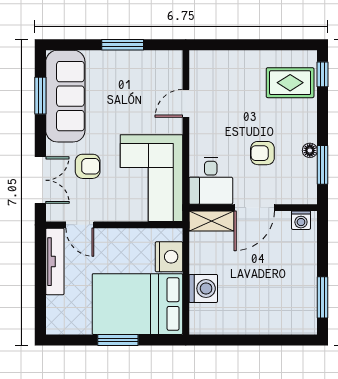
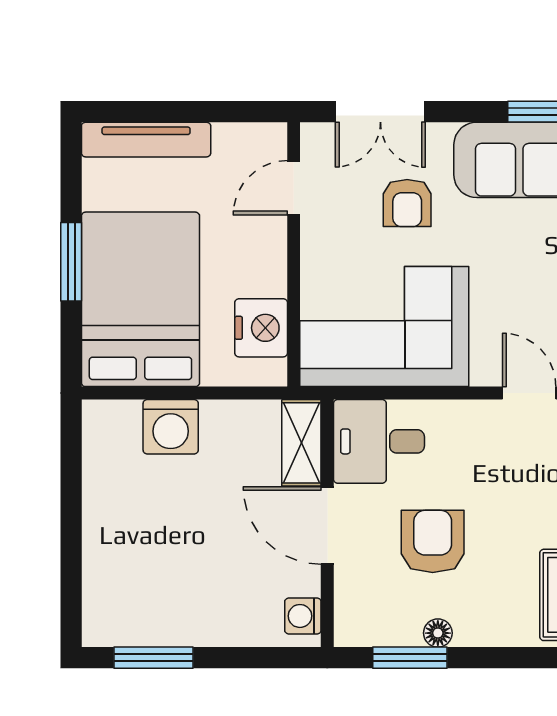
armchair: (262, 153) -> (433, 541), width x1.38, depth x1.38
nightstand: (169, 257) -> (261, 328), moved, turned -90
tv unit: (55, 262) -> (146, 140), moved

